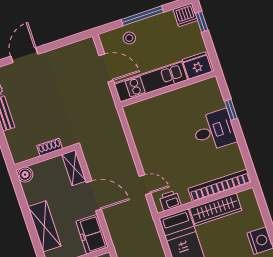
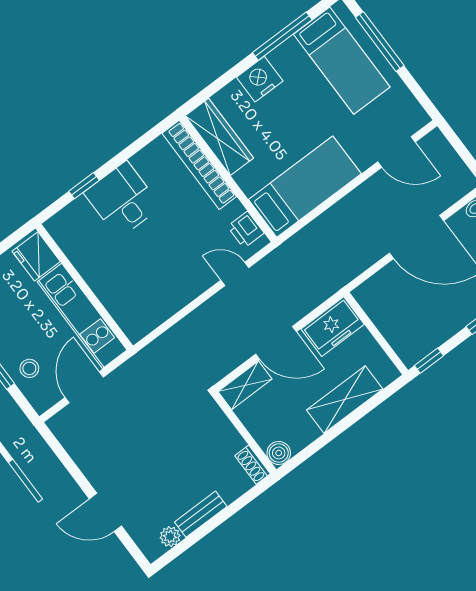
shoe rack: (50, 147) -> (253, 465), moved
door: (145, 185) -> (235, 274), hinge flipped
door: (94, 196) -> (276, 343), swing flipped
wardrobe: (216, 209) -> (219, 137), moved

